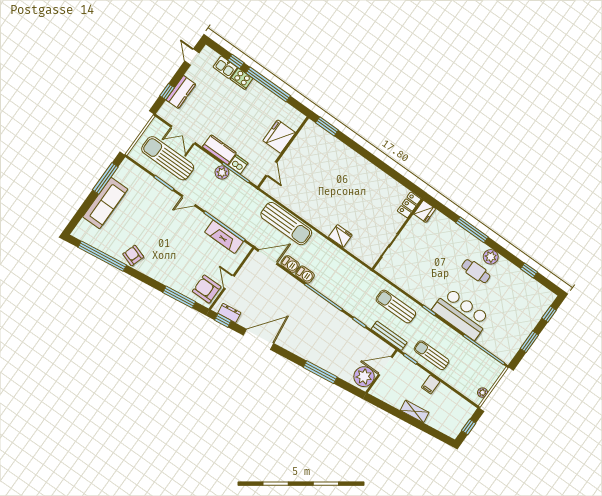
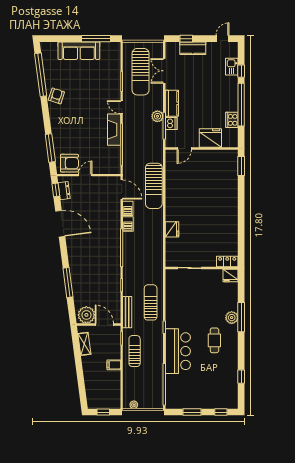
cooker: (242, 79) -> (232, 120), moved
sun lounger: (168, 158) -> (141, 72), turned 180
fireplace: (224, 237) -> (114, 130), moved
plant: (491, 257) -> (232, 318), moved
armchair: (207, 289) -> (69, 163), turned 90
shelving: (415, 411) -> (84, 344), moved

